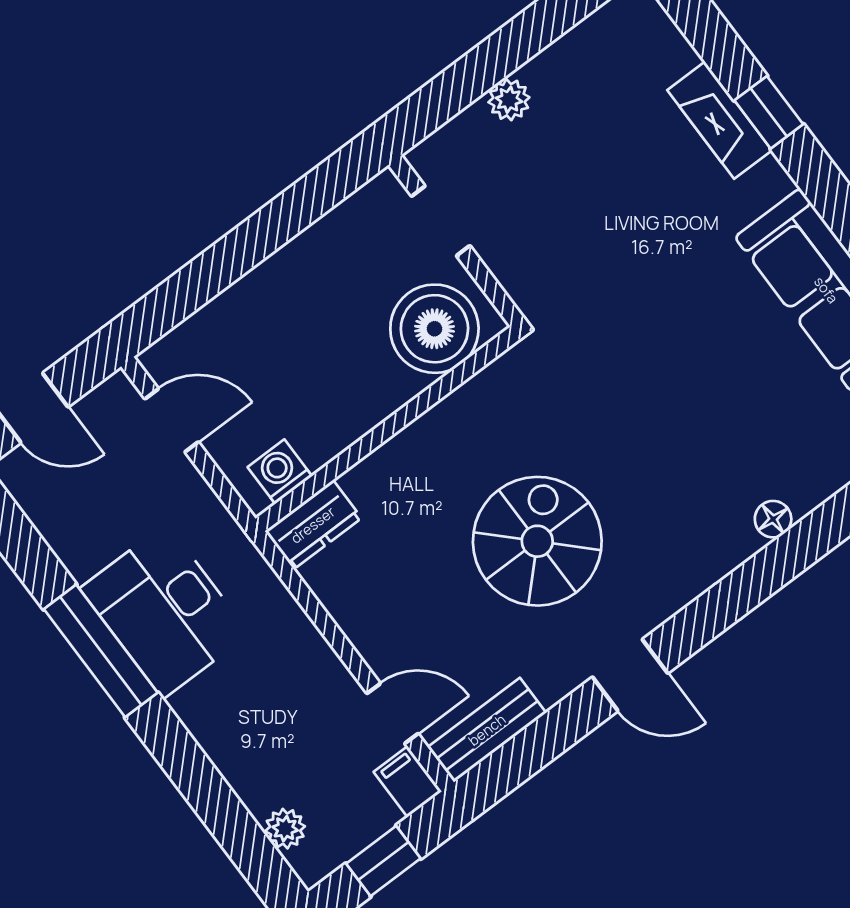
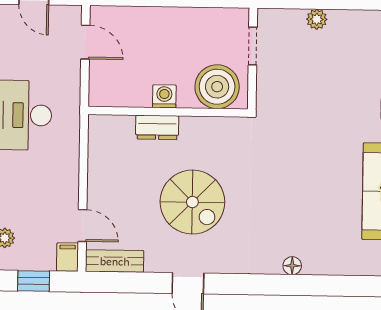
washing machine: (280, 472) -> (164, 96), moved
dresser: (313, 525) -> (157, 127), moved
spiral stairs: (537, 541) -> (192, 202), turned 90

